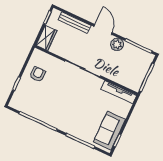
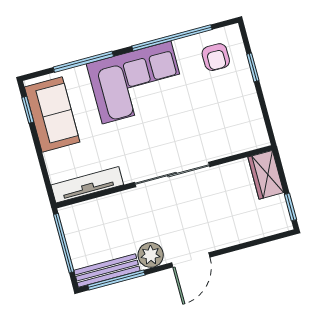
bench: (74, 22) -> (107, 270), moved
door: (103, 29) -> (191, 260), hinge flipped
armchair: (38, 74) -> (216, 57), moved
corner sofa: (66, 116) -> (137, 83), added

